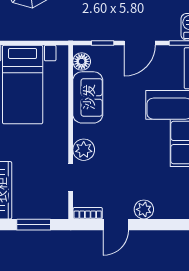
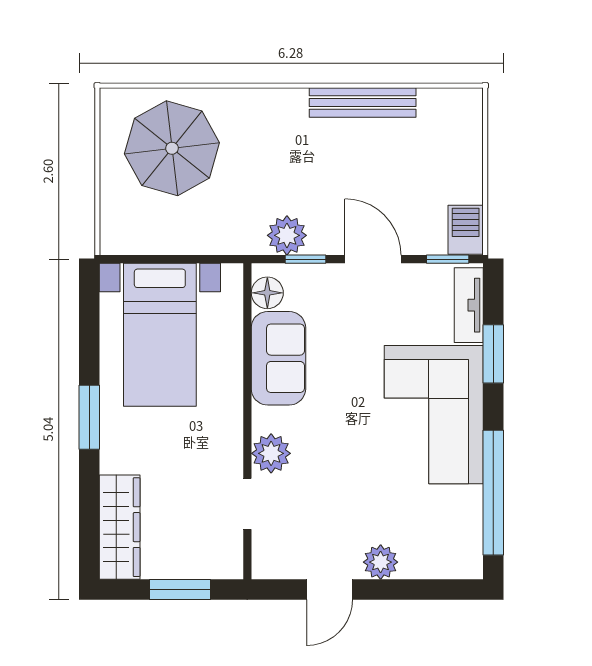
plant: (92, 30) -> (287, 235), added
door: (140, 43) -> (373, 259), swing flipped
bookcase: (88, 213) -> (278, 569), removed

